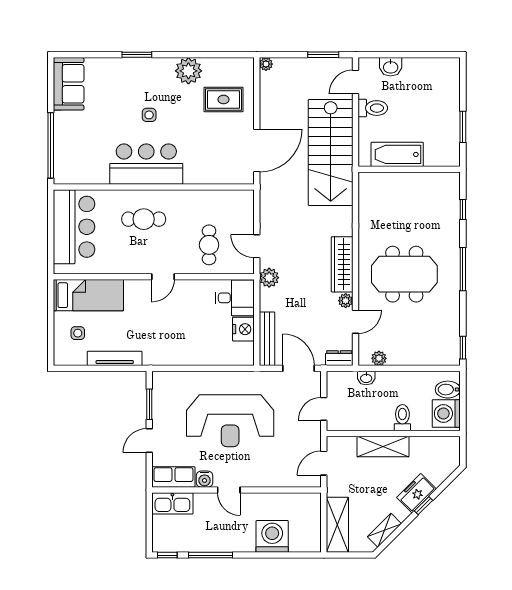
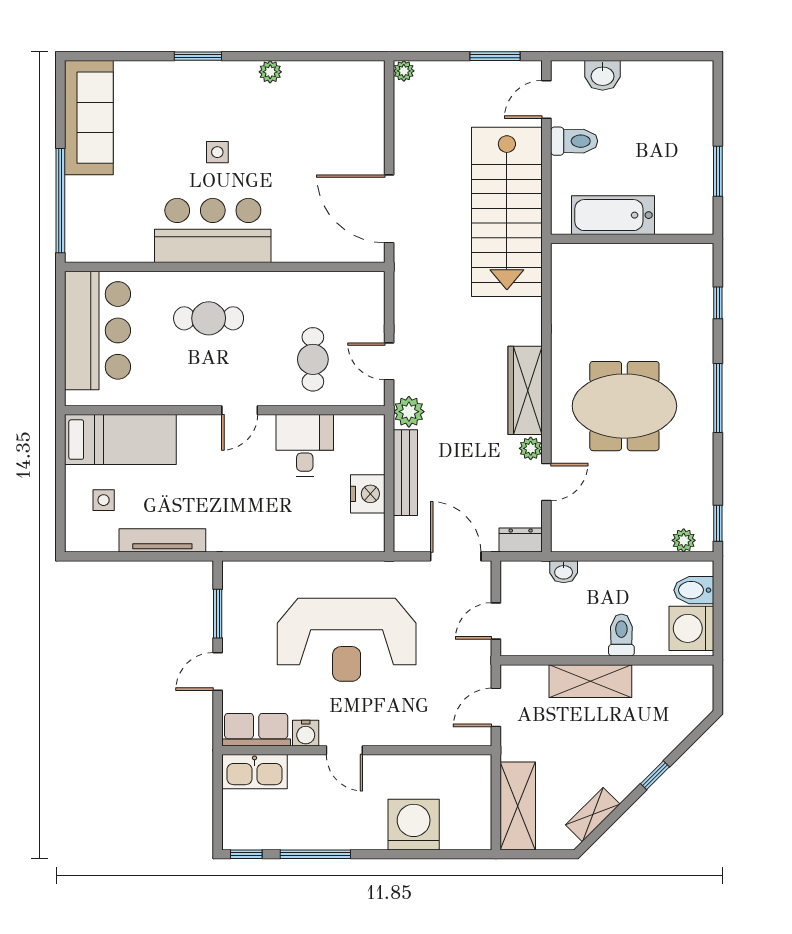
plant: (188, 71) -> (270, 72), width x0.53, depth x0.53
sofa: (69, 84) -> (89, 118), width x1.36
rug: (224, 99) -> (336, 127), removed
door: (257, 151) -> (389, 209), swing flipped
desk: (235, 298) -> (305, 445), moved, turned -90
bench: (267, 339) -> (405, 473), moved
plant: (379, 358) -> (684, 540), moved
freezer: (416, 493) -> (644, 755), removed

